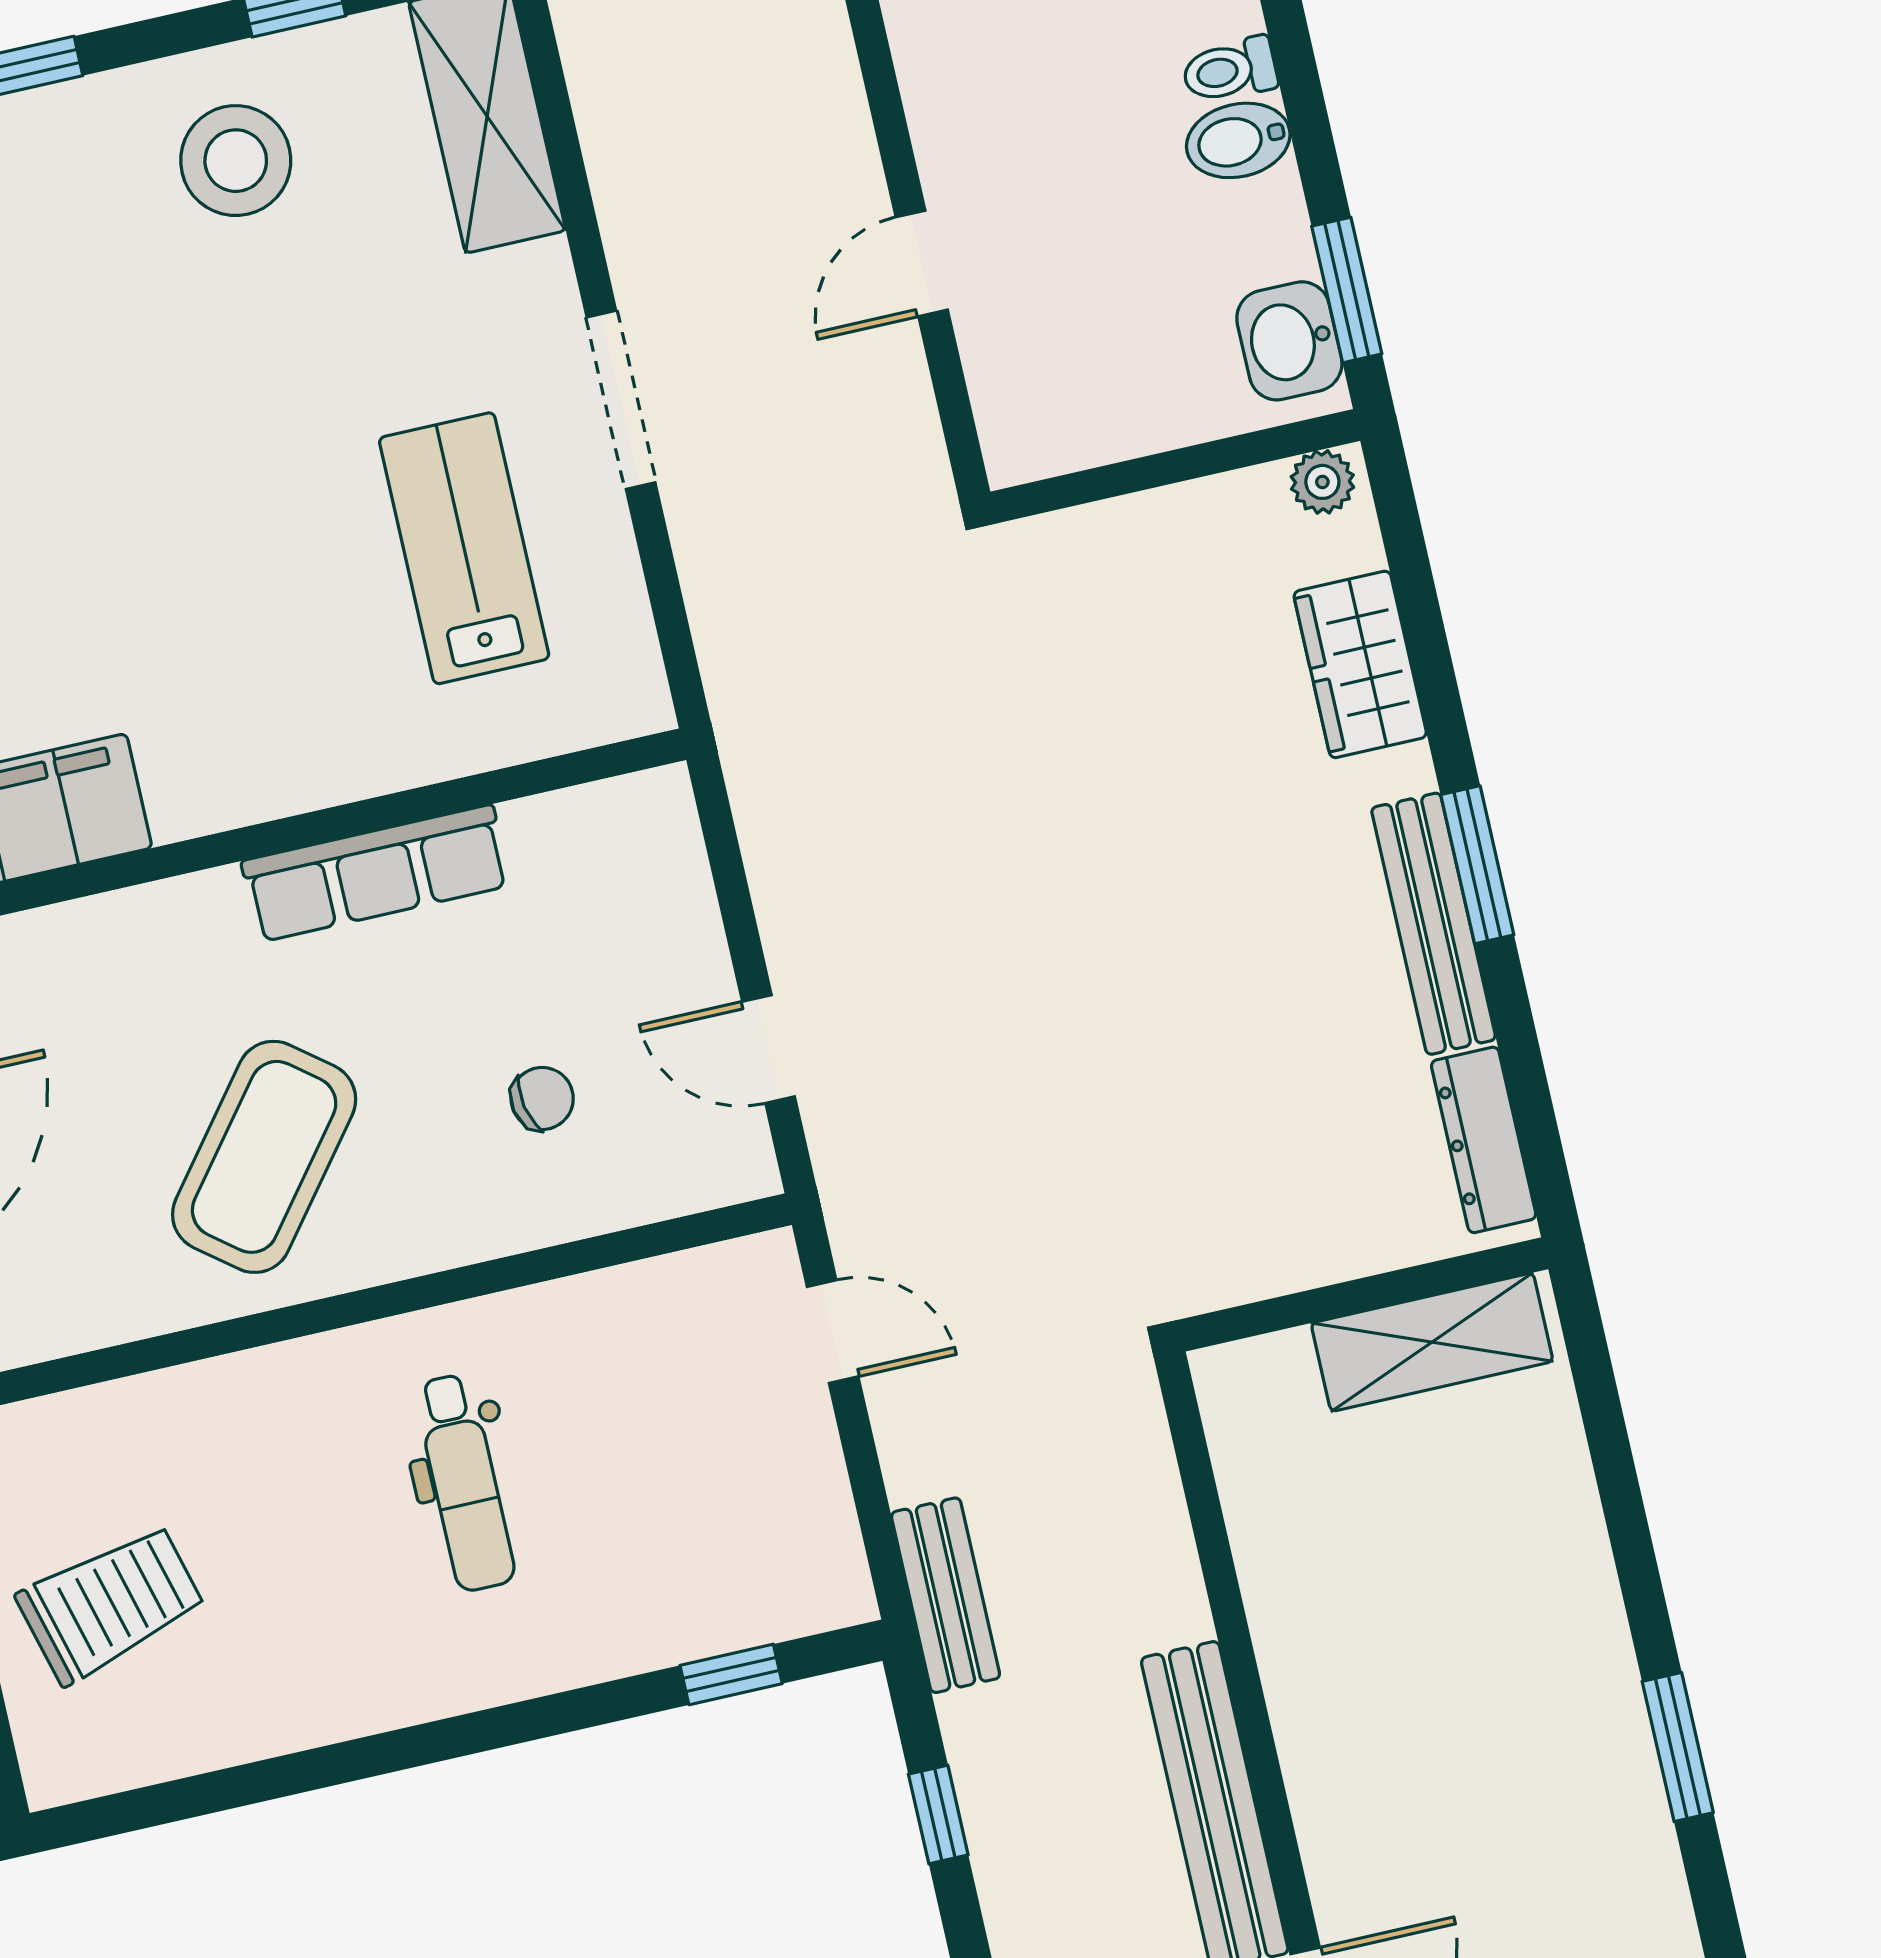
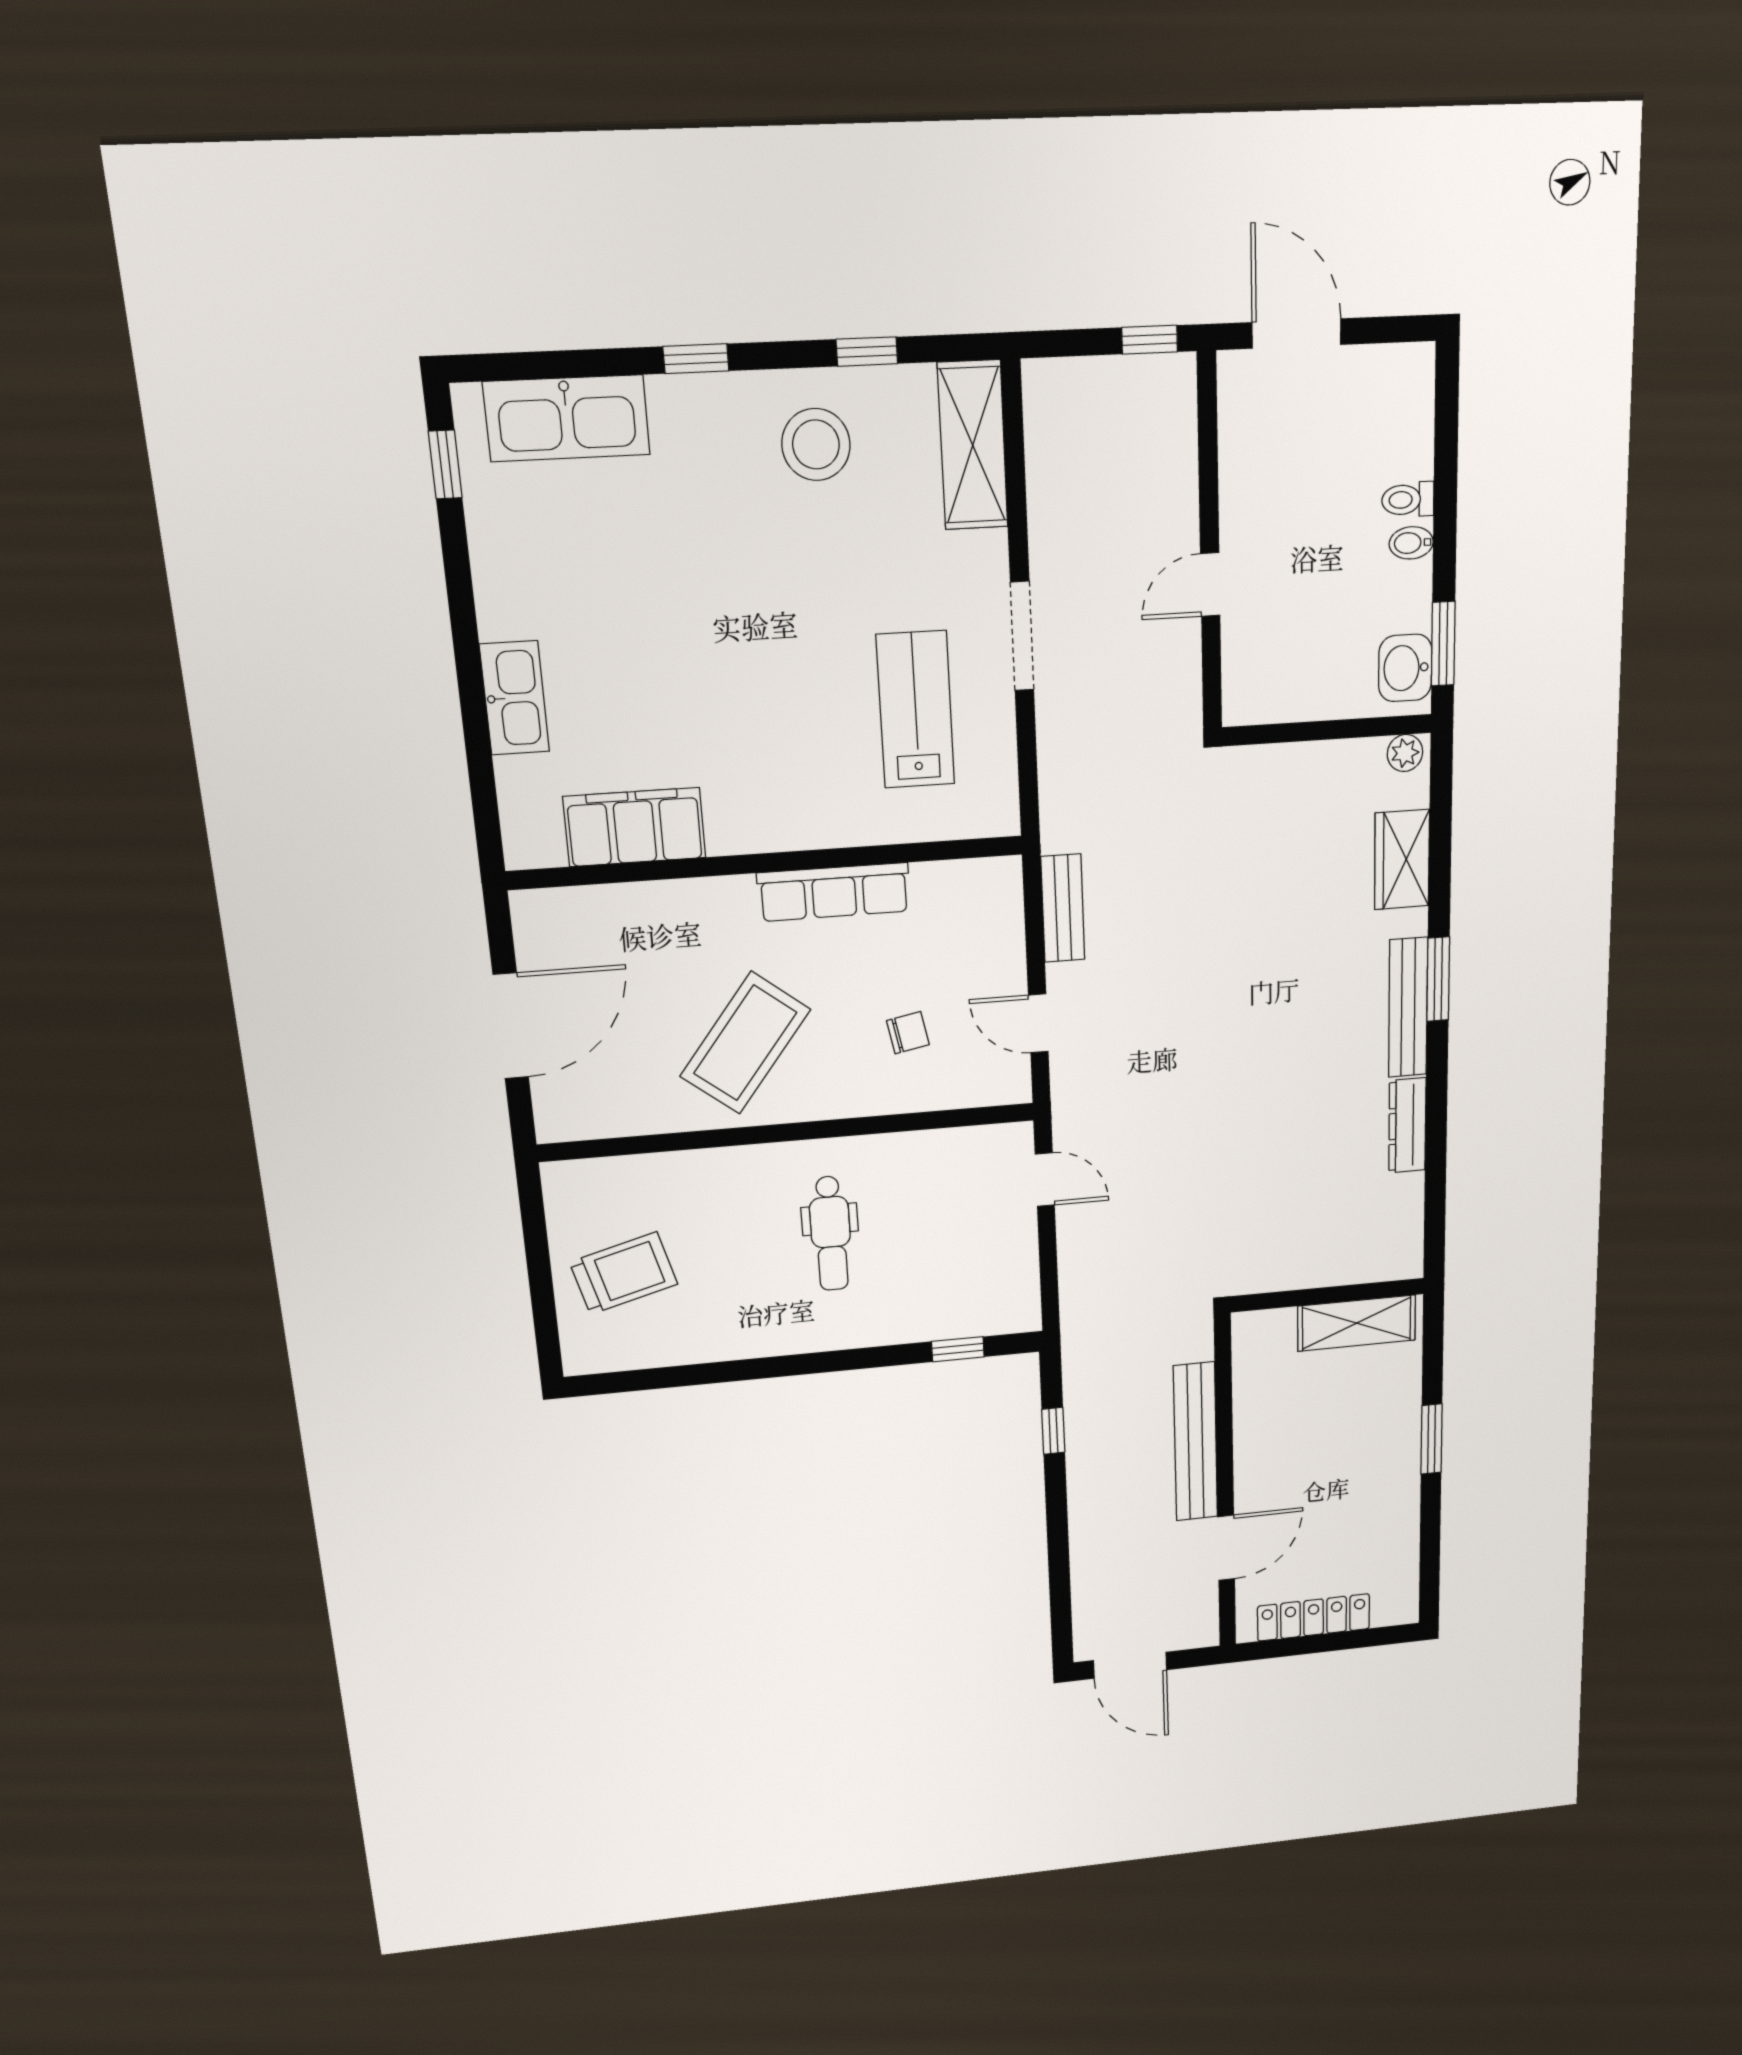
bidet: (1238, 140) -> (1411, 543), width x0.72, depth x0.74
wall: (1363, 1294) -> (1328, 1295), moved
shelving: (1432, 1342) -> (1357, 1323), moved
bench: (946, 1595) -> (1063, 908), moved

